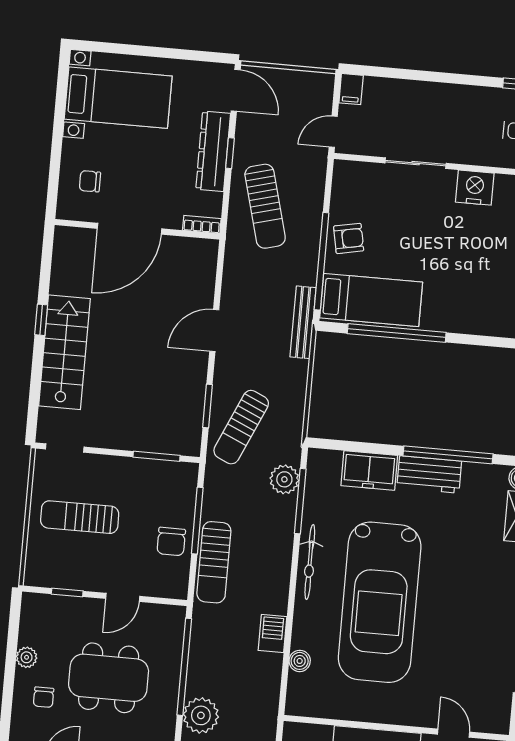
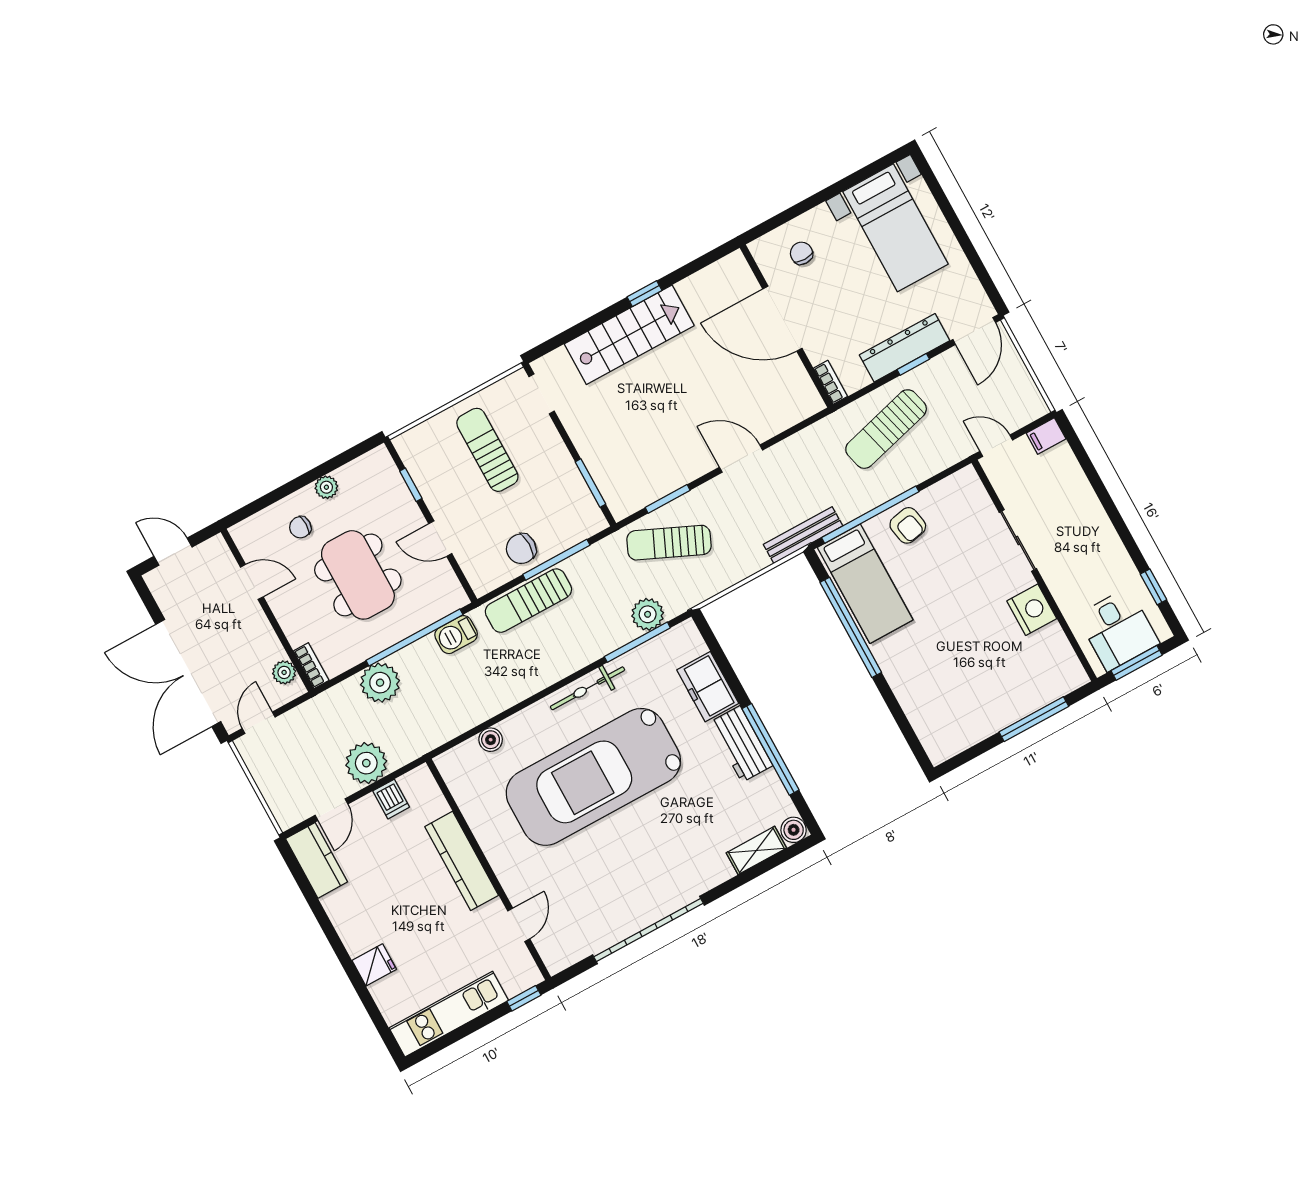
barbecue: (272, 634) -> (456, 635), moved, turned 180

